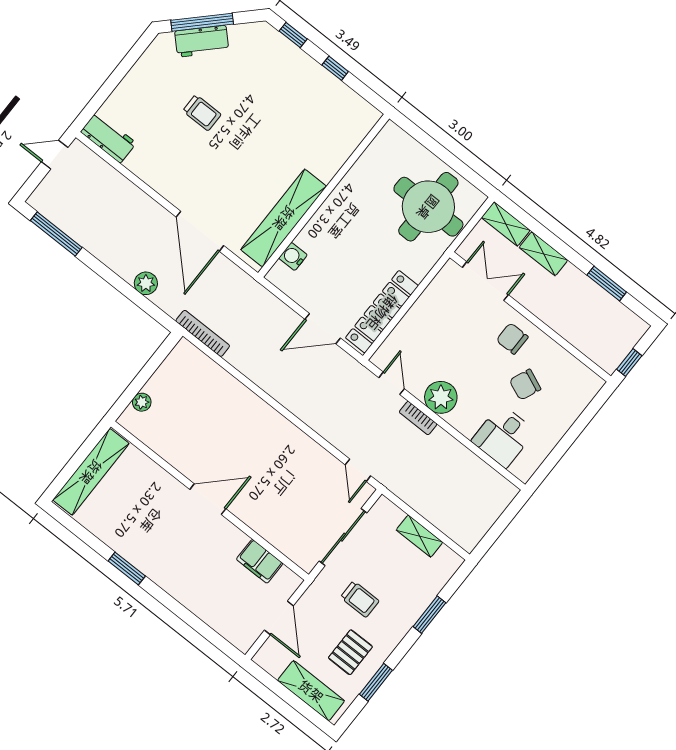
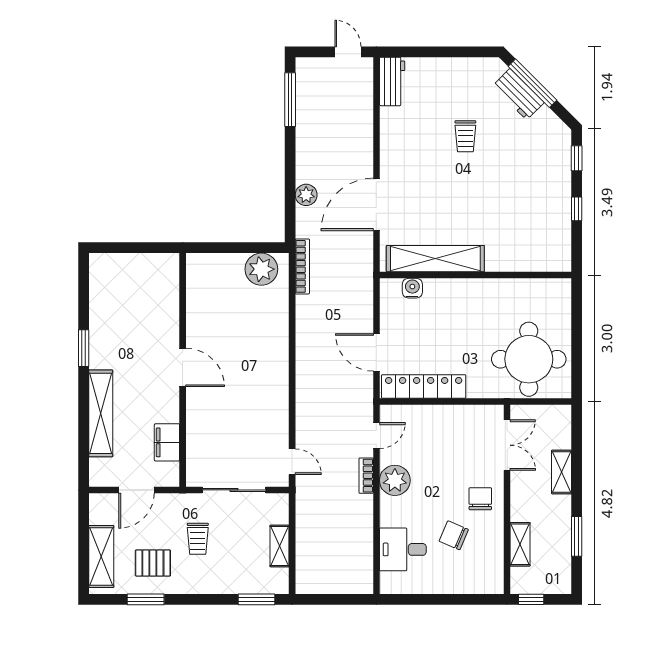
shelving: (506, 224) -> (520, 544), moved
plant: (142, 402) -> (261, 269), moved, width x1.87, depth x1.87
door: (358, 470) -> (292, 462), swing flipped
shelving: (91, 472) -> (101, 413), moved, turned 90
window: (429, 615) -> (257, 599), moved

